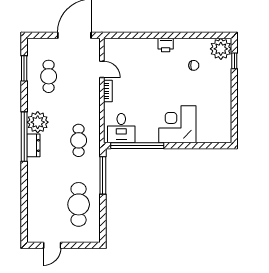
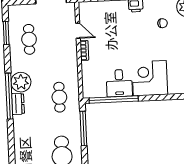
desk: (121, 128) -> (119, 83), moved

